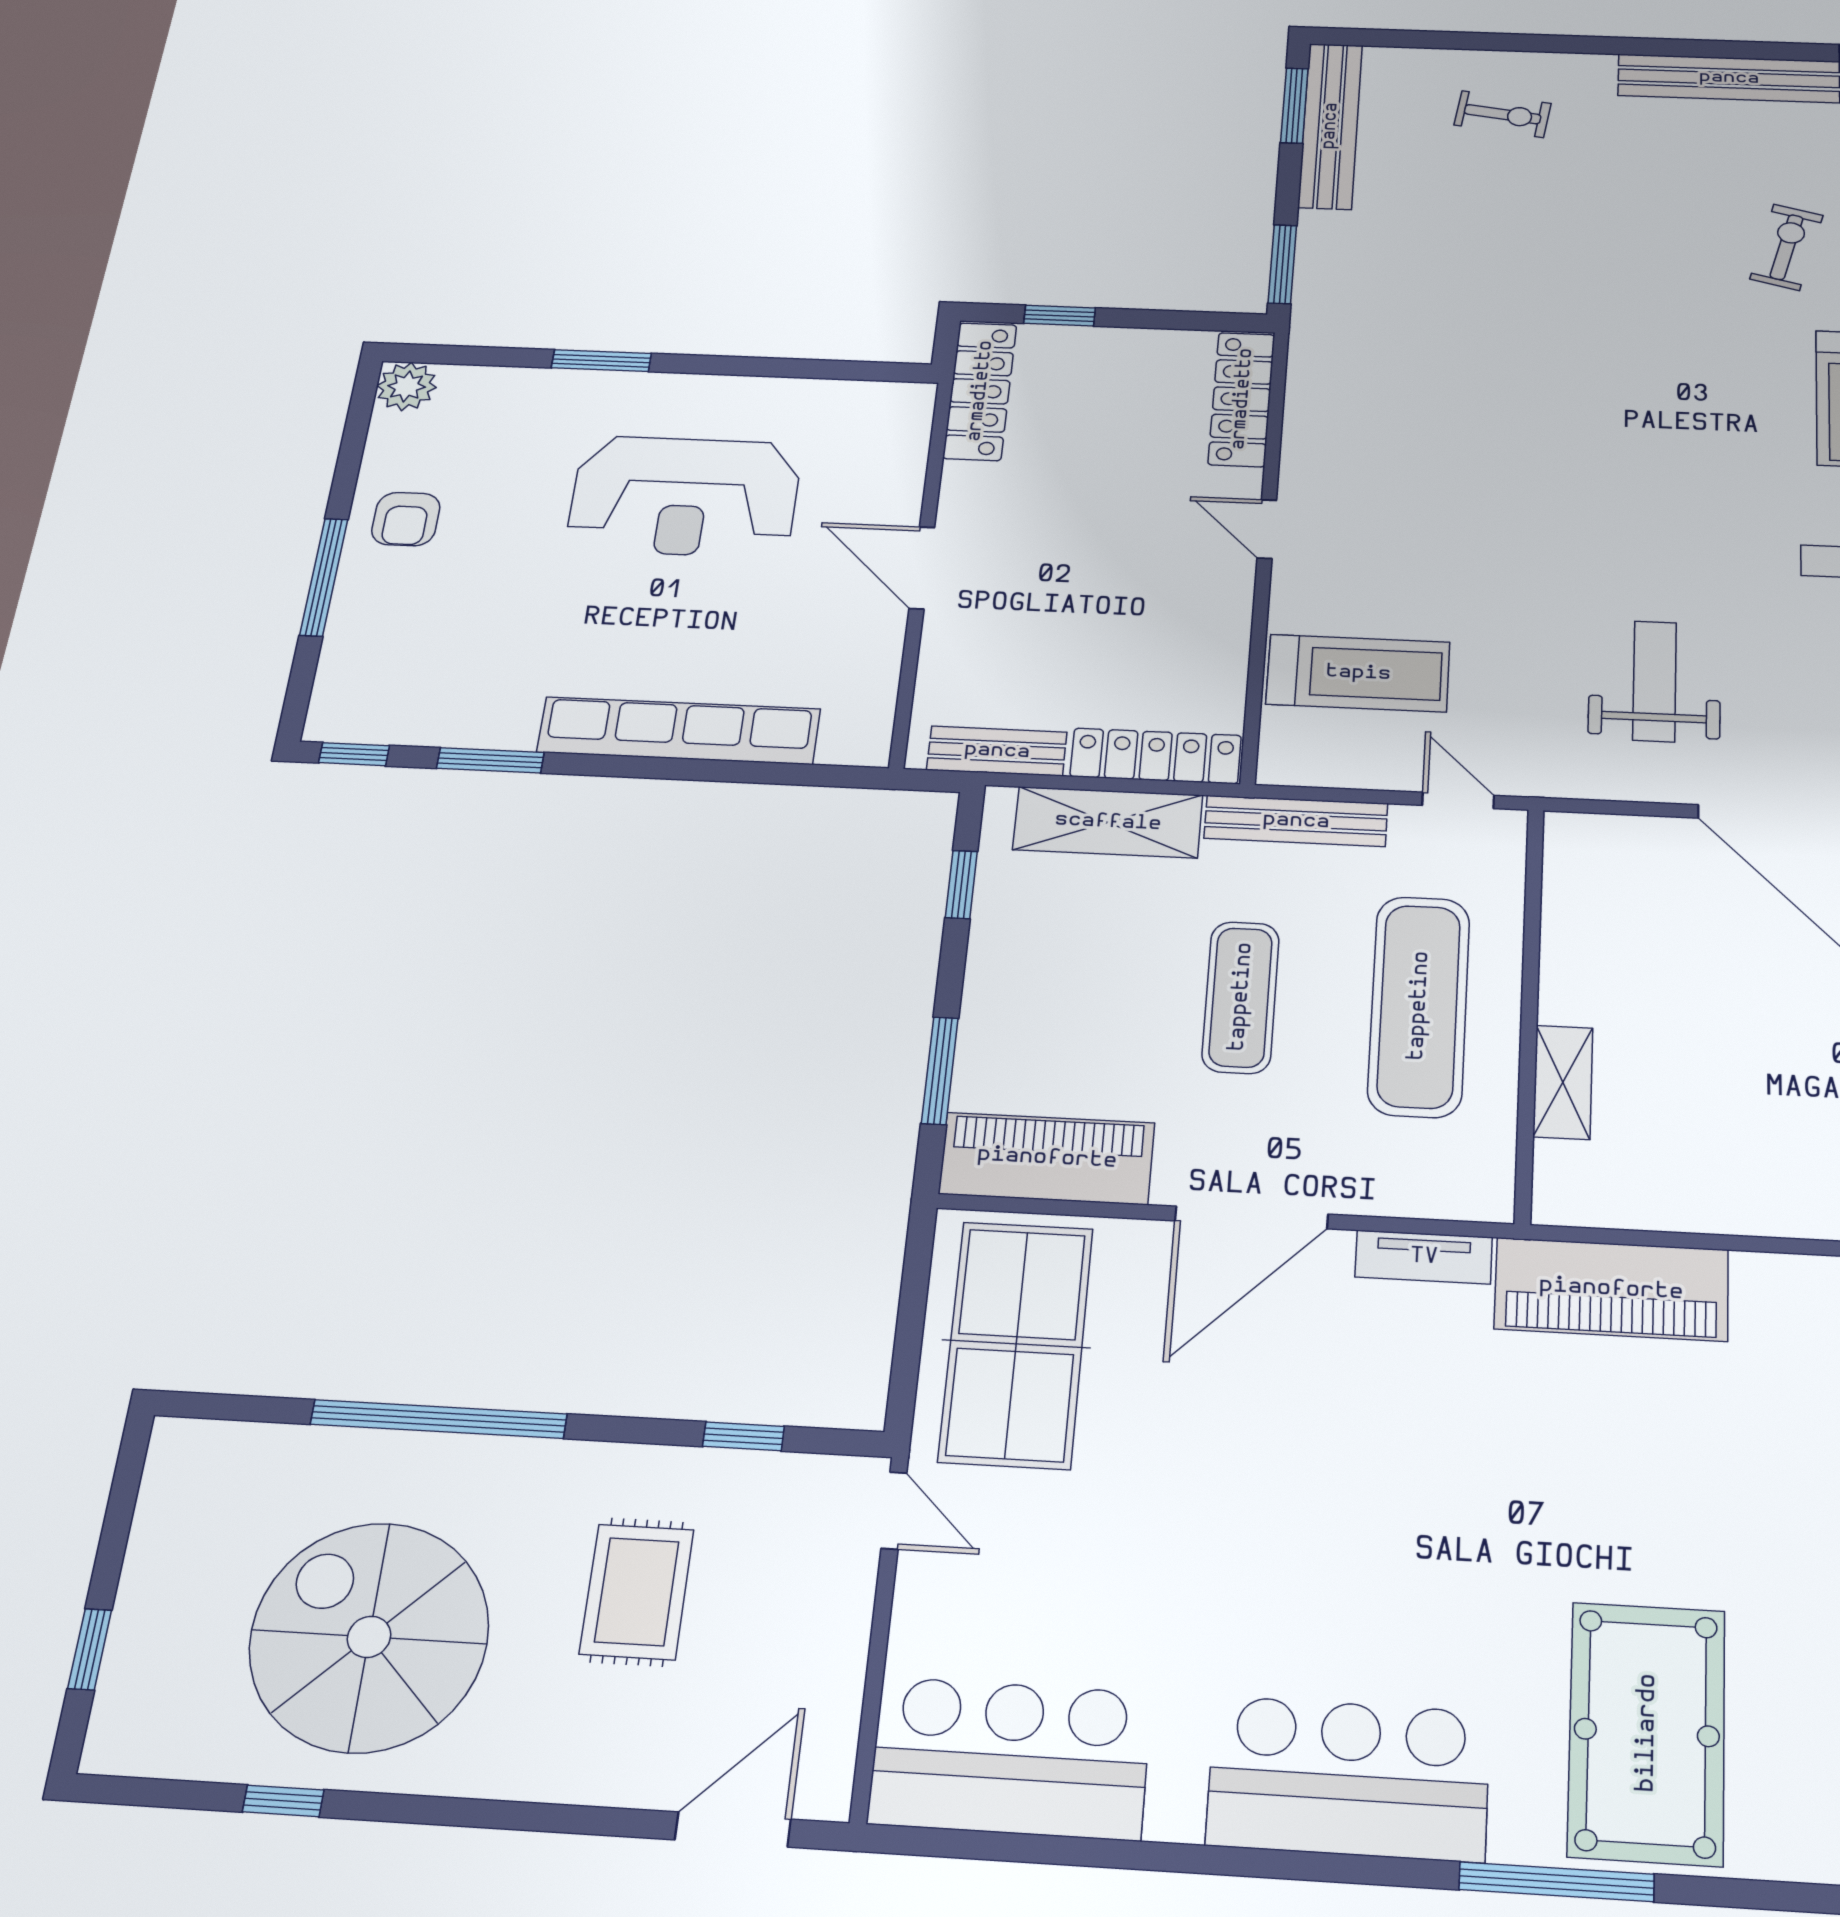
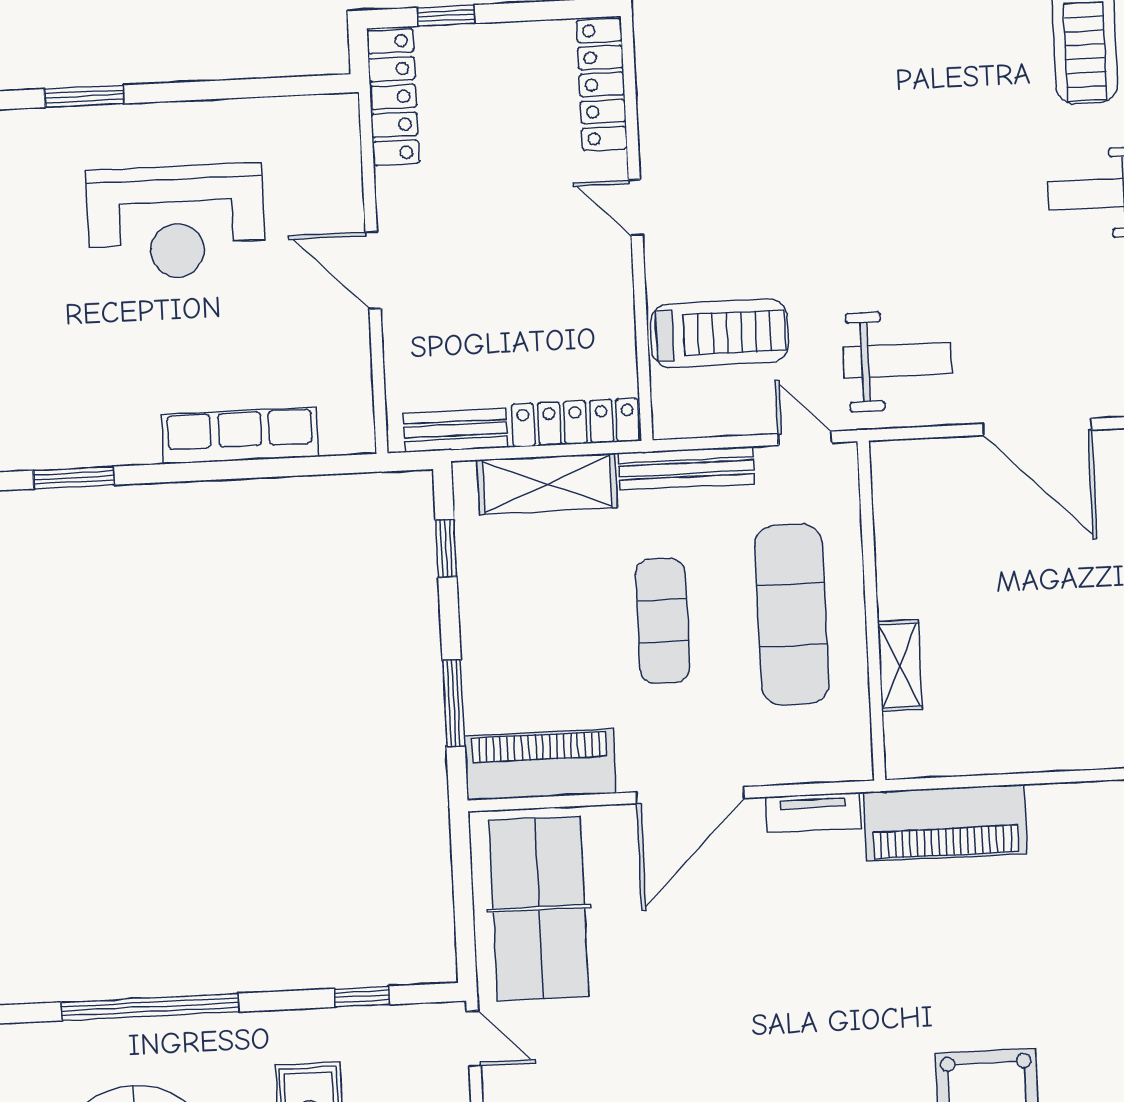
weight bench: (1655, 681) -> (897, 360), moved, turned 90
row of seats: (679, 731) -> (240, 435), width x0.73

